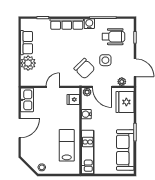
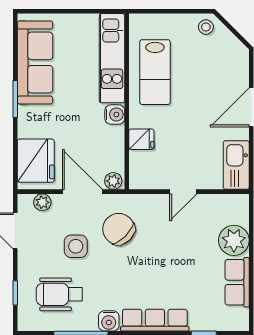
fridge: (73, 100) -> (141, 139), moved
water cooler: (86, 114) -> (115, 115), moved

